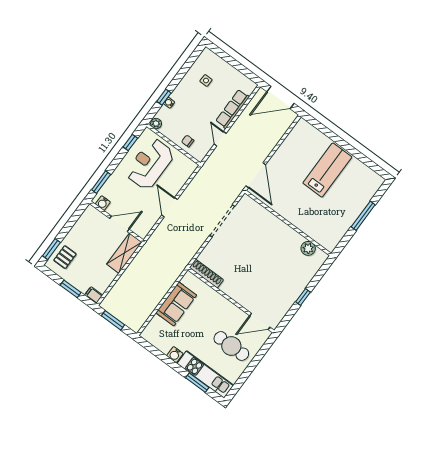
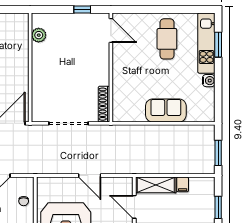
door: (169, 207) -> (90, 176), hinge flipped
shoe rack: (206, 274) -> (104, 104), moved
filing cabinet: (94, 295) -> (183, 184), moved
wall: (231, 300) -> (111, 67), moved
door: (260, 321) -> (111, 30), moved

